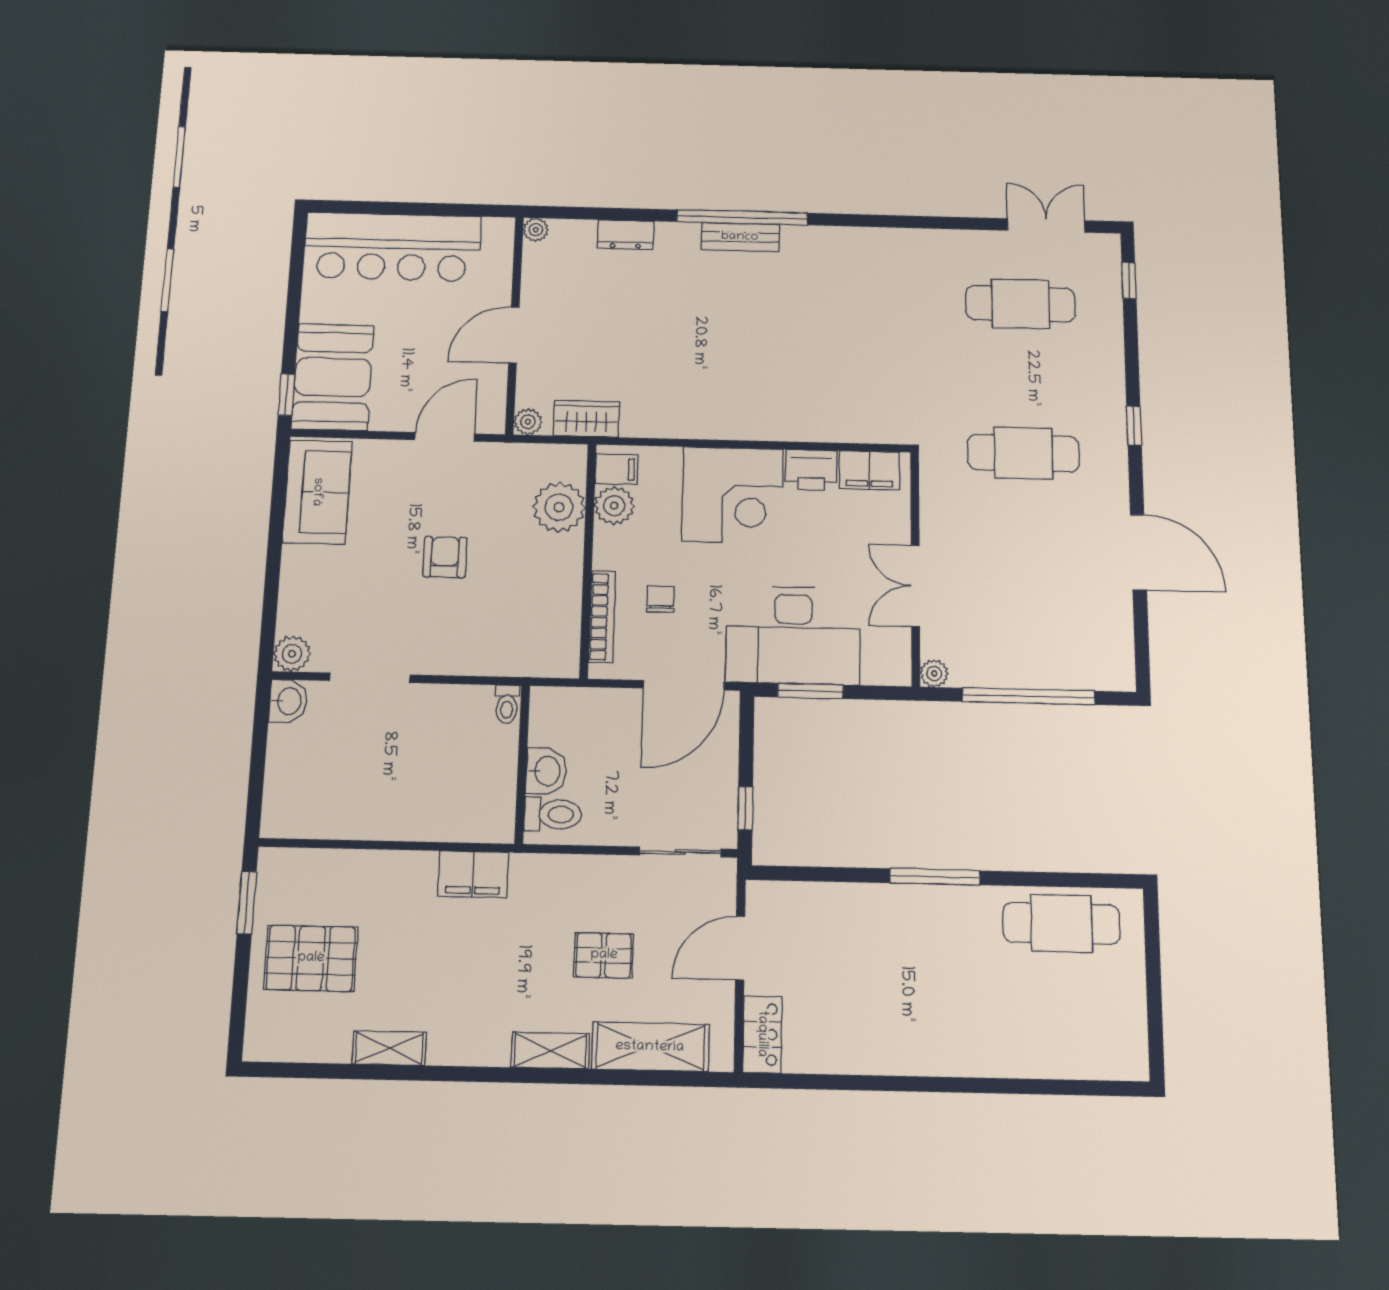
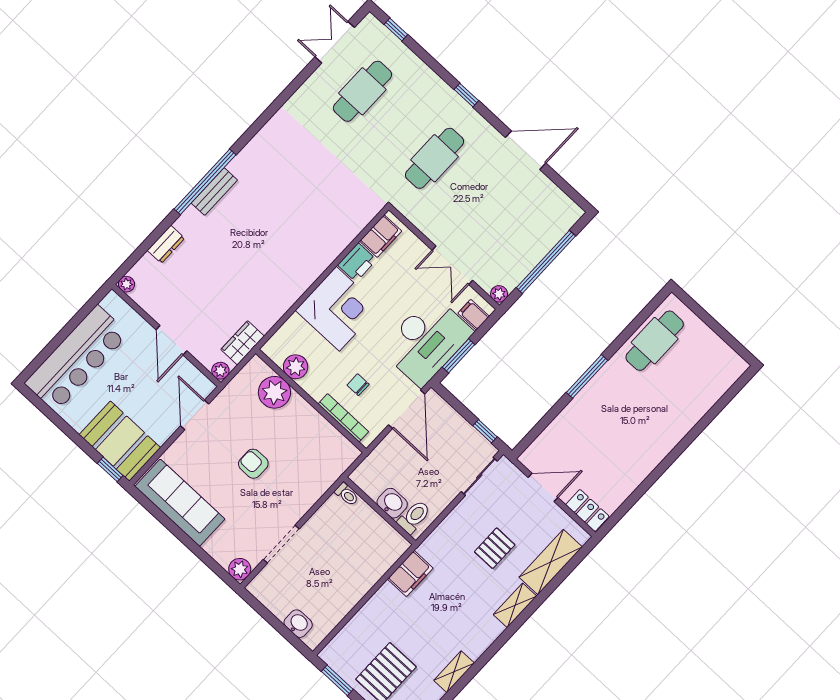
filing cabinet: (617, 469) -> (474, 315), moved, turned -90
sofa: (317, 492) -> (180, 503), width x1.36
washbasin: (288, 701) -> (298, 624), moved
door: (740, 948) -> (543, 487), swing flipped

